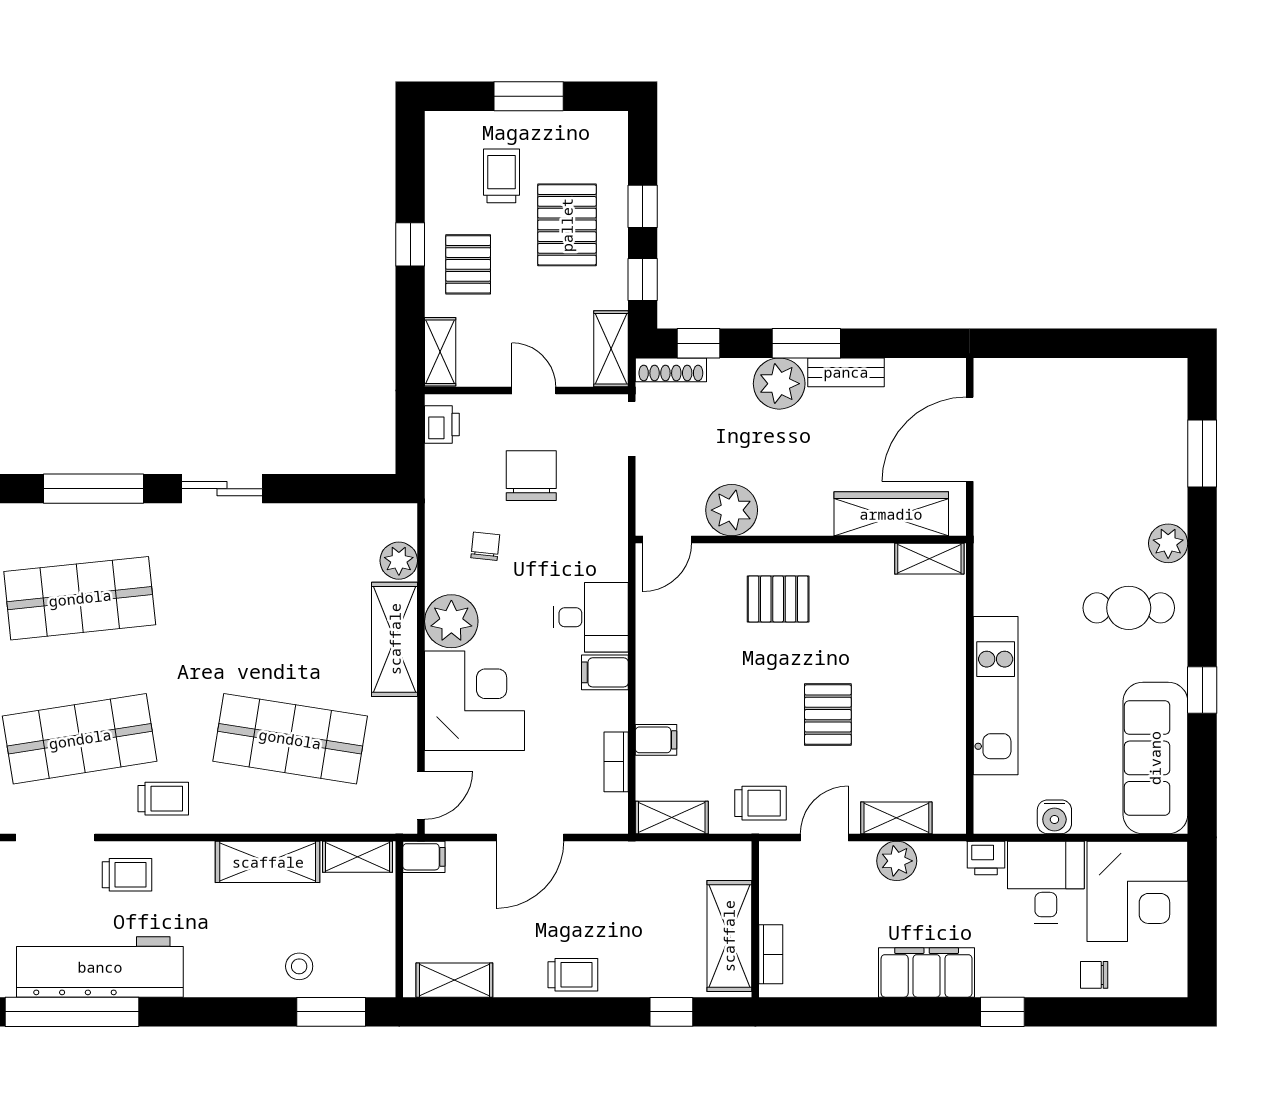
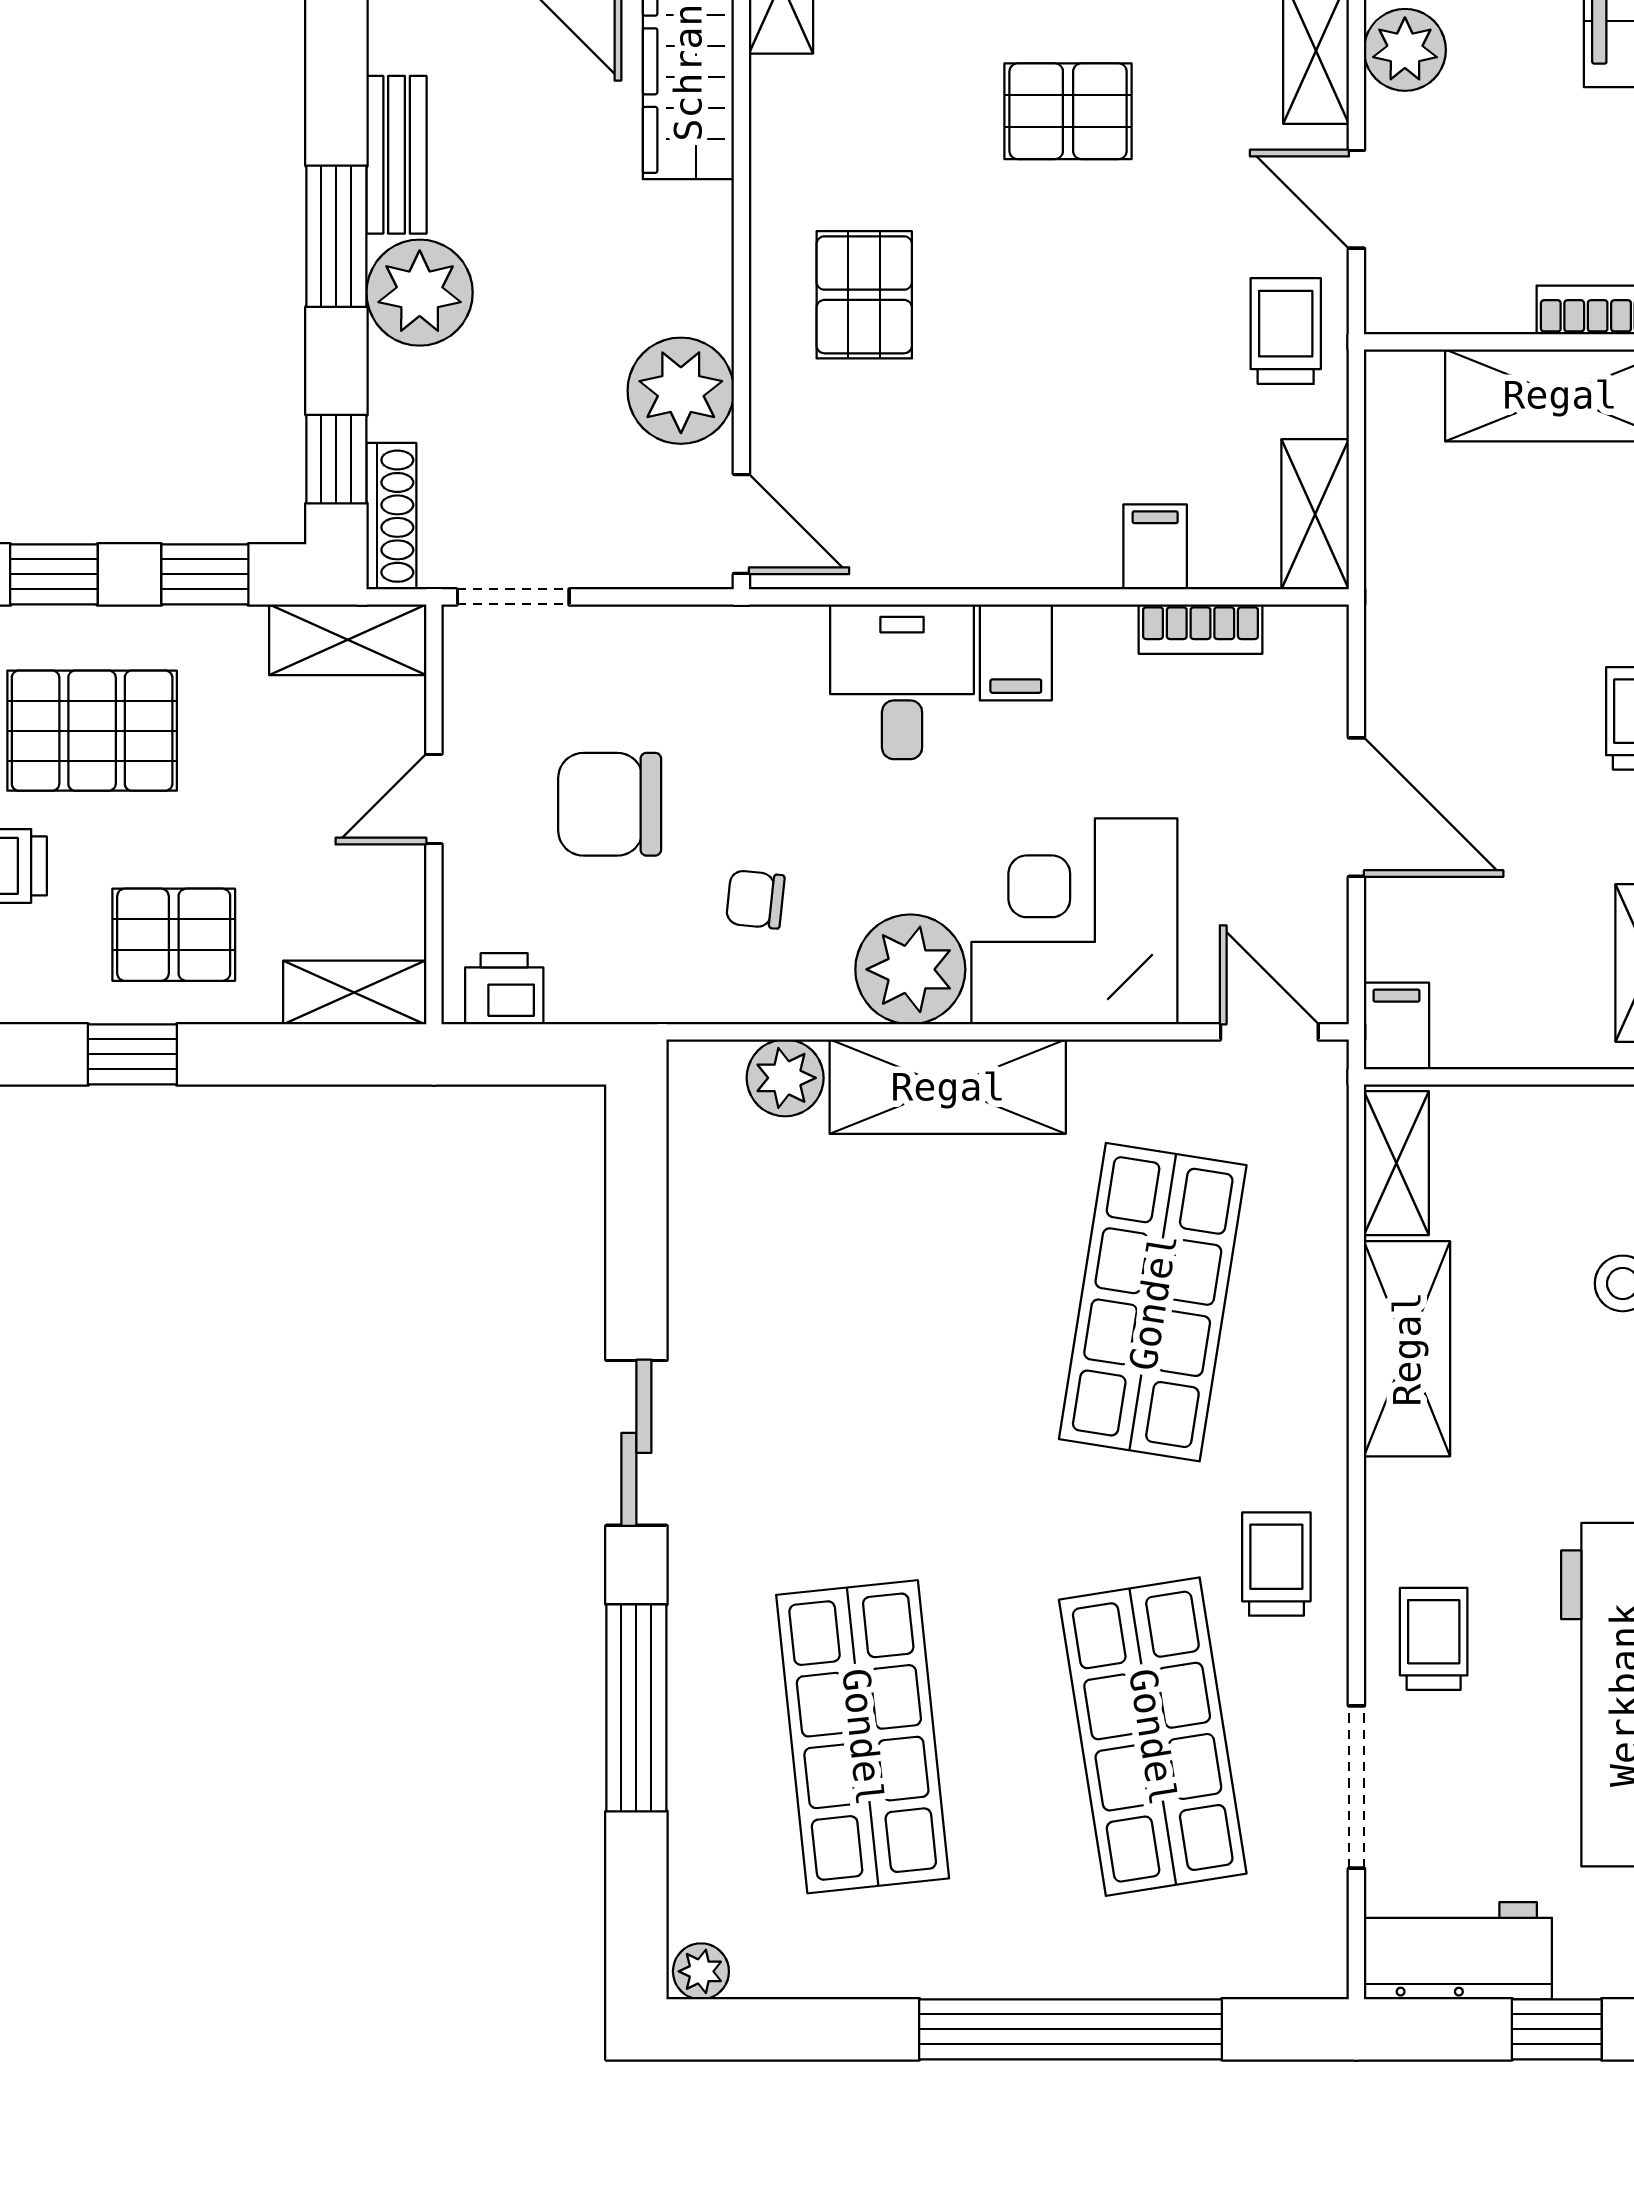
pallet: (828, 715) -> (1068, 111), moved

